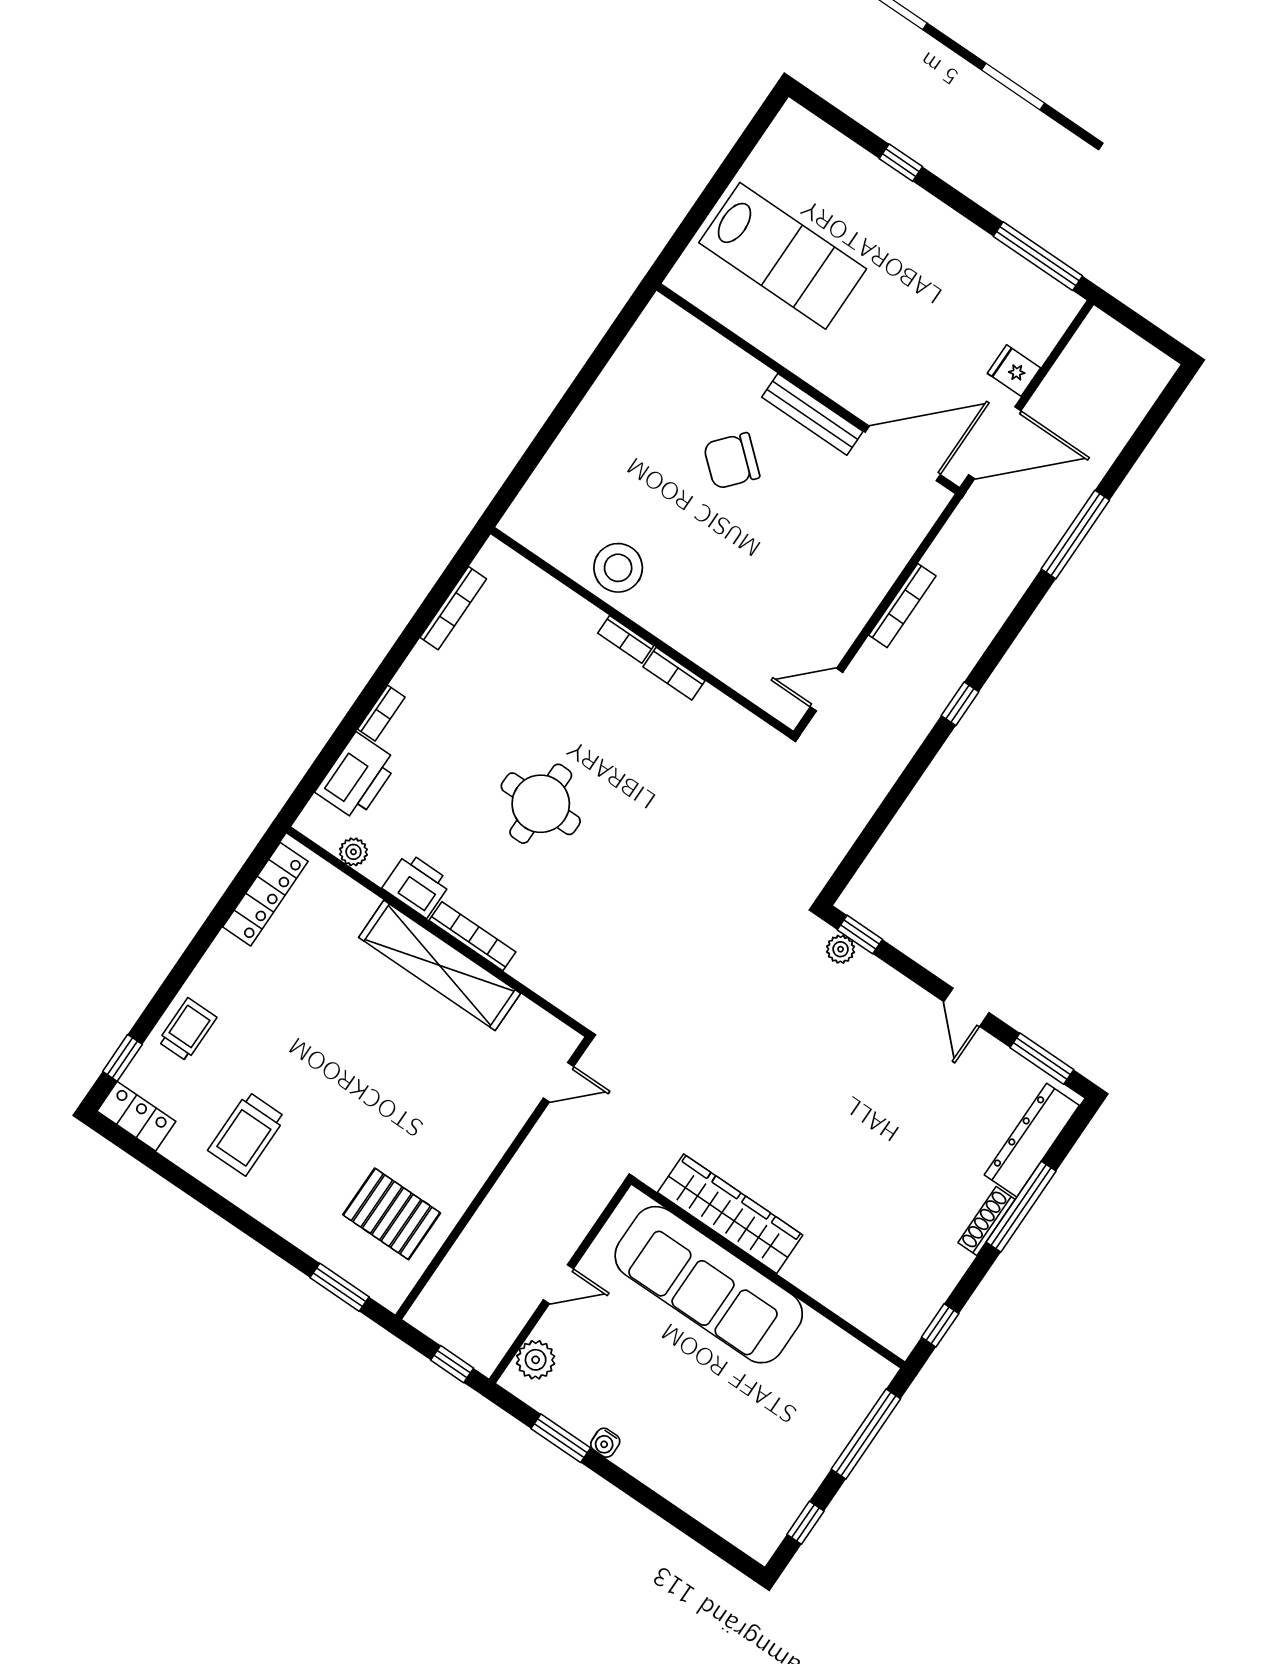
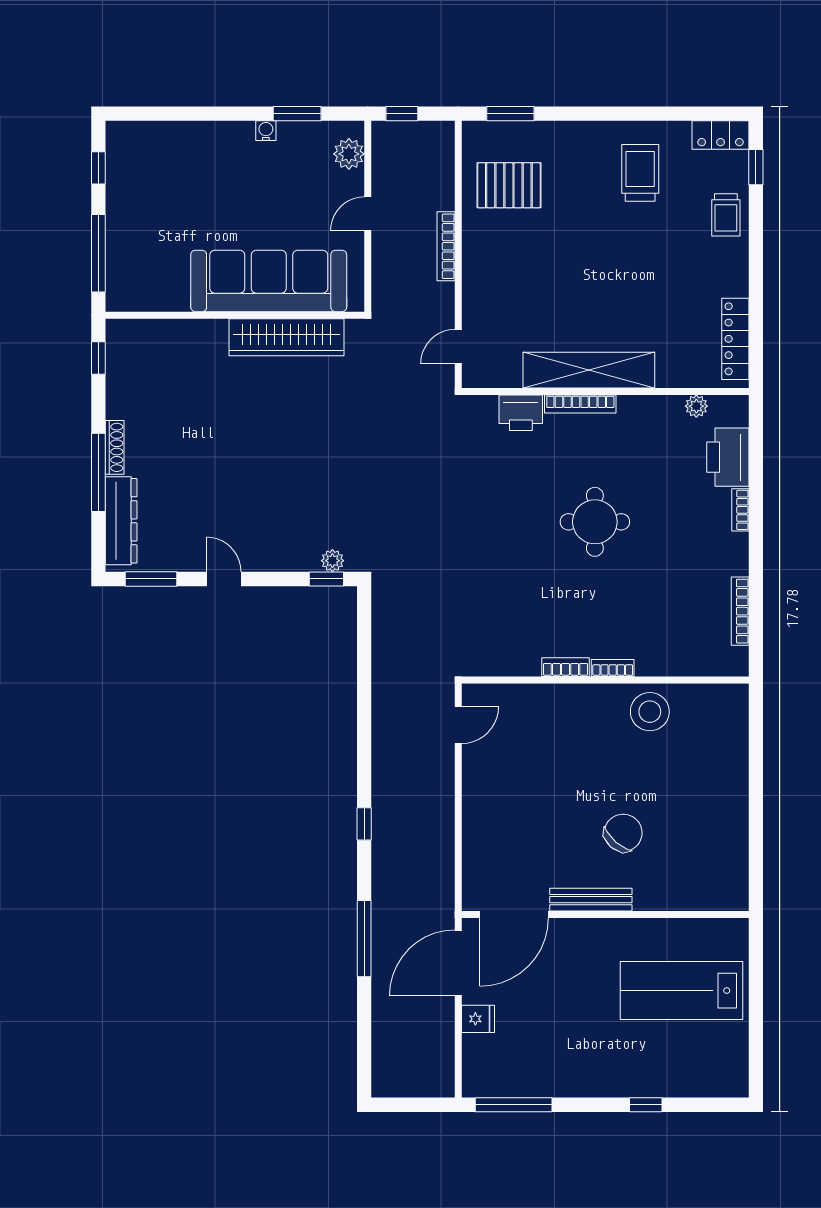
bookcase: (902, 606) -> (446, 246), moved
window: (960, 704) -> (364, 824), moved
printer: (417, 885) -> (521, 413), moved

